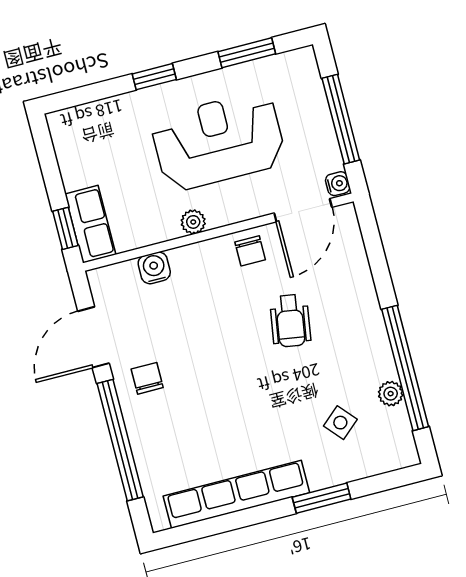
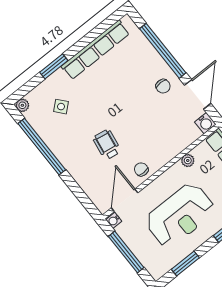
plant: (193, 222) -> (188, 160), moved
water cooler: (154, 268) -> (205, 123), moved
plant: (391, 394) -> (22, 105), moved

